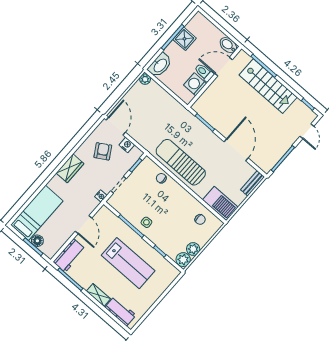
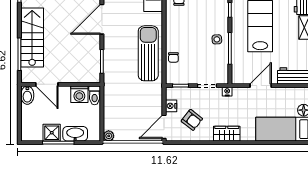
washbasin: (160, 65) -> (75, 134), moved
toilet: (204, 72) -> (95, 95), moved
armchair: (103, 151) -> (192, 120), turned -111
sun lounger: (181, 162) -> (148, 53), turned 180

